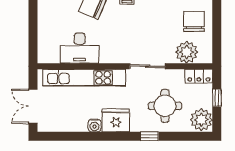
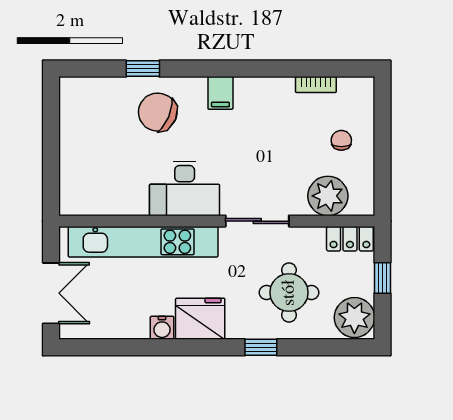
chair: (194, 21) -> (341, 140), width x0.54, depth x0.54
desk: (80, 48) -> (185, 188), moved
double door: (33, 106) -> (51, 293), swing flipped

